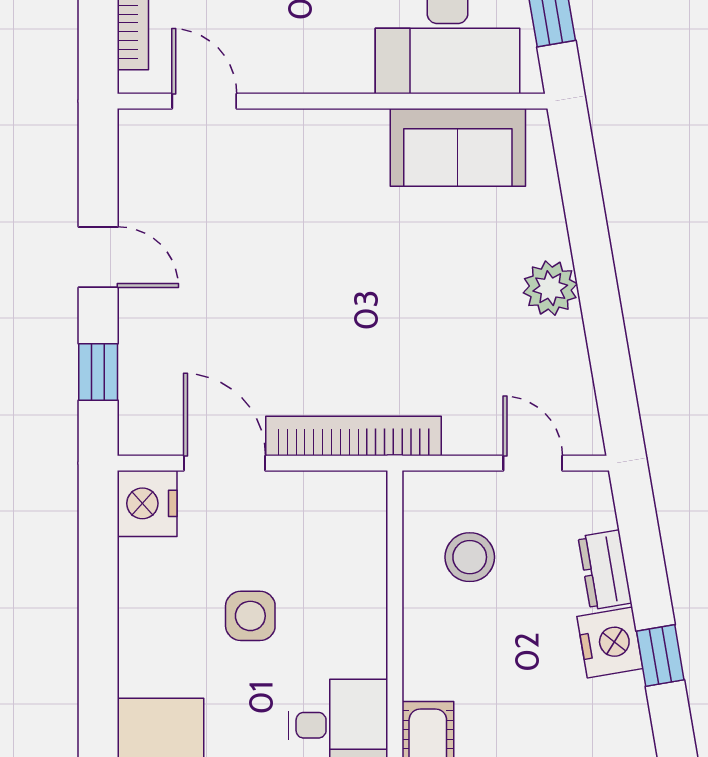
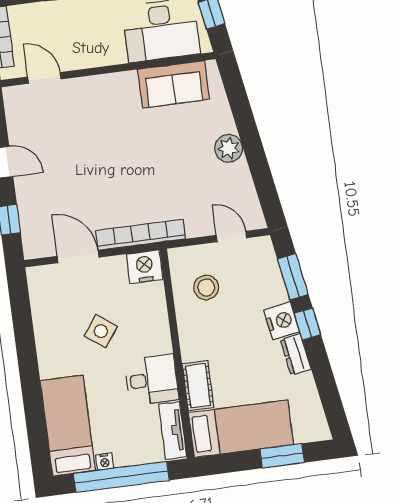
nightstand: (147, 503) -> (145, 267), moved, turned 90
window: (644, 559) -> (293, 277), added
dresser: (605, 570) -> (296, 354), moved
side table: (250, 616) -> (101, 331), turned 36

